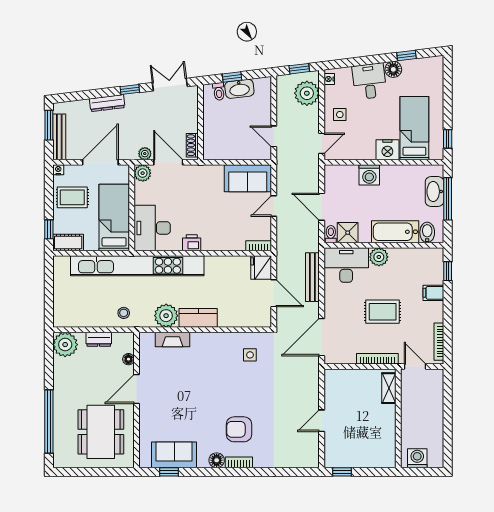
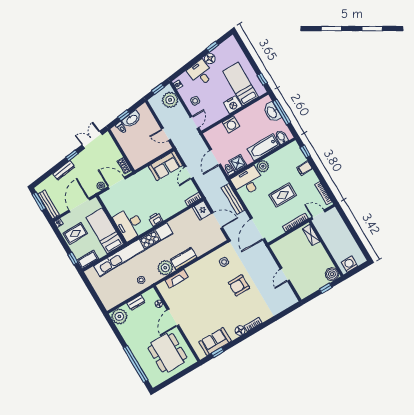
plant: (143, 173) -> (106, 197), removed
door: (322, 207) -> (215, 157), hinge flipped
armchair: (239, 429) -> (239, 285), moved
boiler: (386, 458) -> (332, 274), added
window: (342, 472) -> (326, 288), moved

